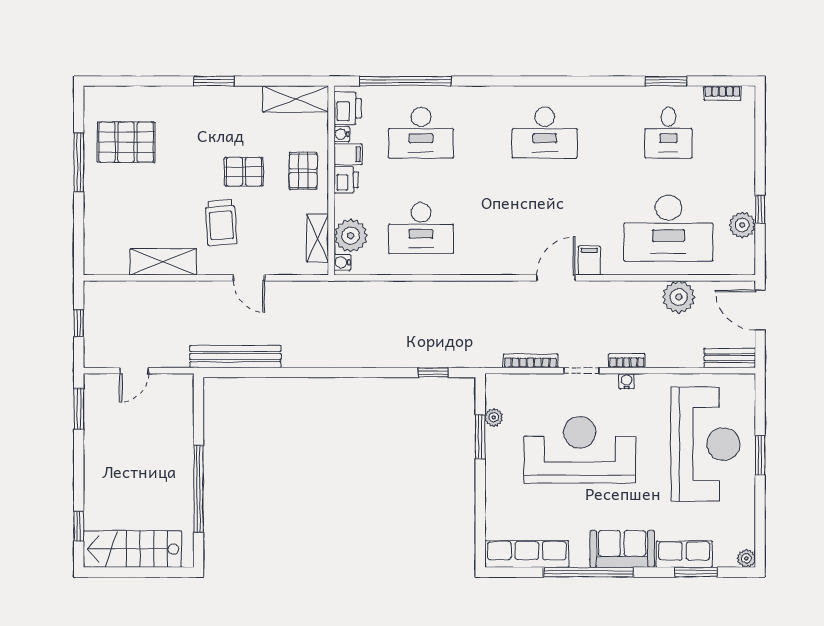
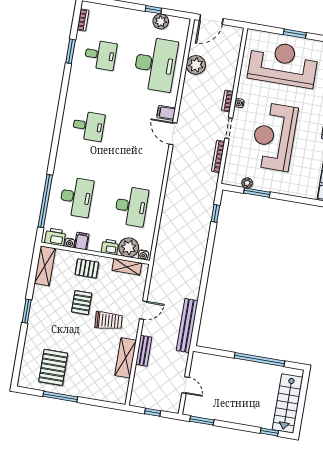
desk: (545, 133) -> (88, 126), width x0.73
printer: (346, 180) -> (110, 247), moved
bench: (730, 358) -> (144, 351), moved

